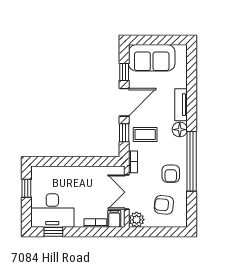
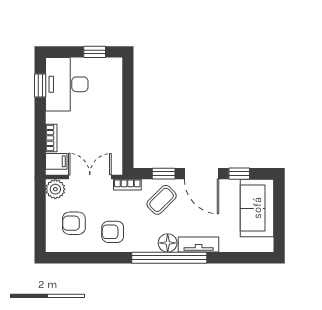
coffee table: (145, 134) -> (162, 200), turned 45
window: (192, 161) -> (169, 258), moved
armchair: (164, 205) -> (74, 223), turned -96

